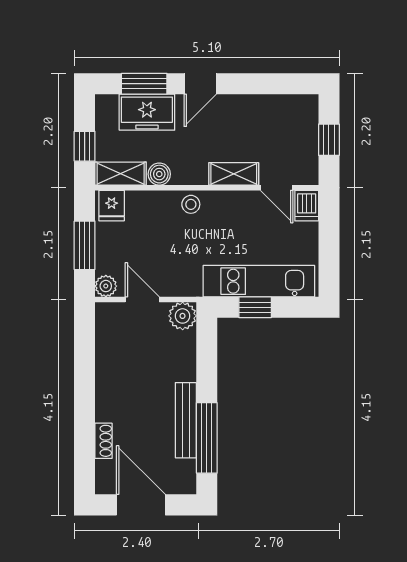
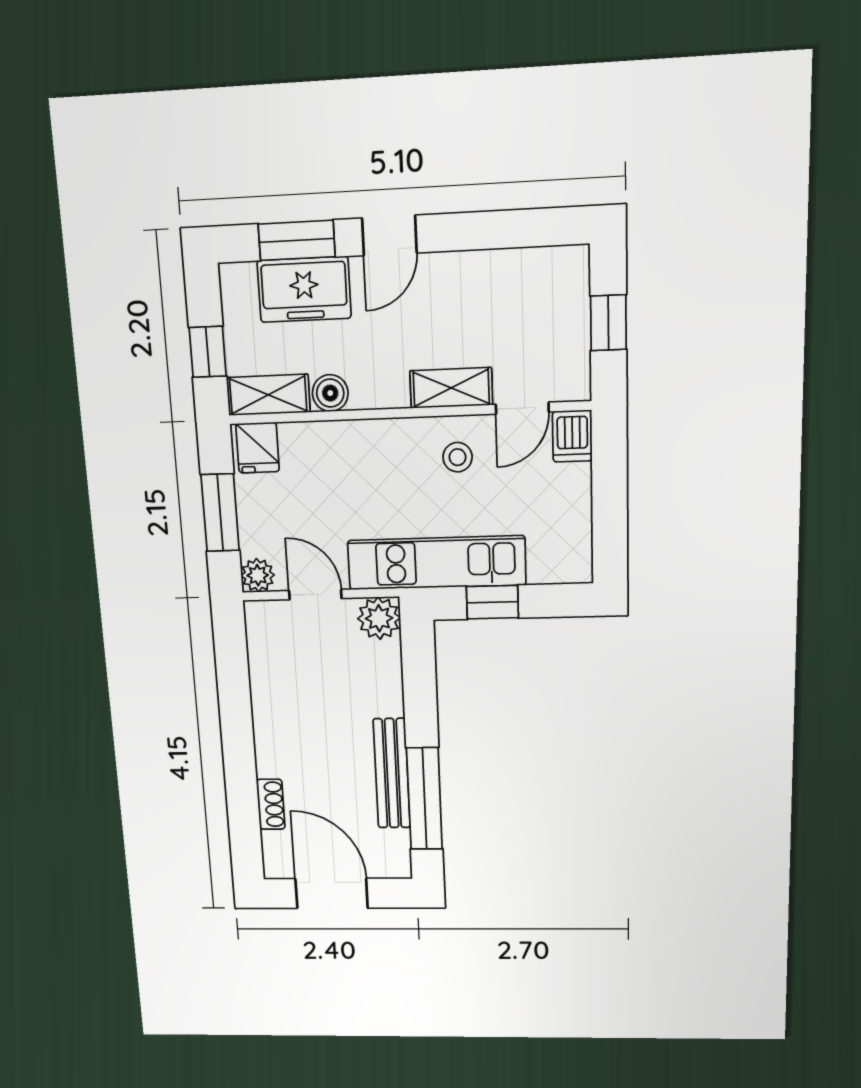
door: (277, 188) -> (522, 408), hinge flipped
stool: (191, 204) -> (458, 457), moved
kitchen unit: (259, 281) -> (437, 563), moved

